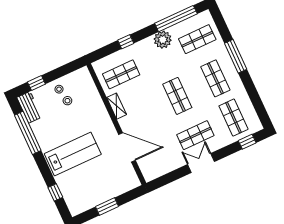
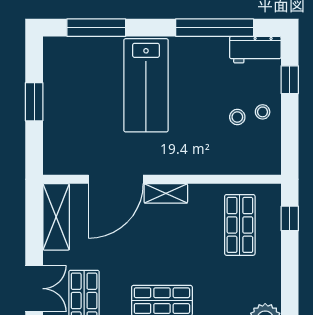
window: (126, 42) -> (290, 218), moved
shelving: (117, 106) -> (166, 193), moved
shelving: (160, 169) -> (56, 217), added
window: (55, 192) -> (96, 28), width x2.17

